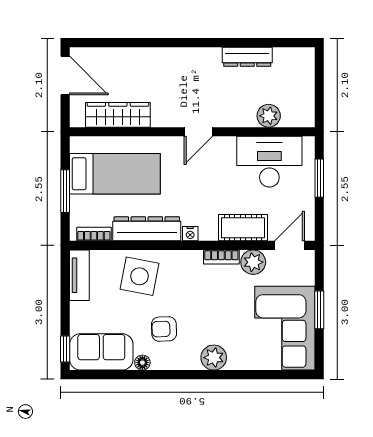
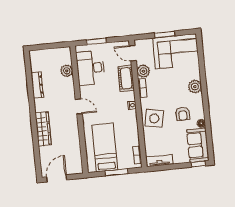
wardrobe: (118, 115) -> (43, 129), moved, turned 180
dresser: (147, 229) -> (132, 128), removed
side table: (140, 276) -> (154, 118), moved

